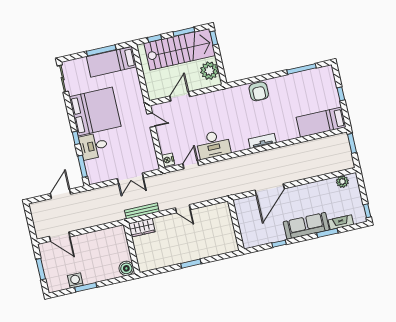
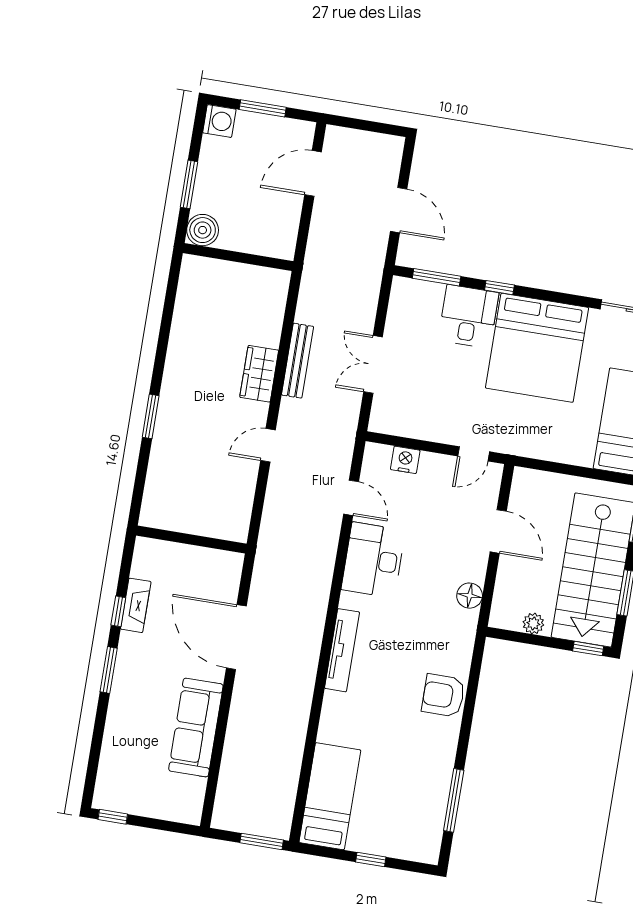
plant: (209, 71) -> (533, 623), width x0.53, depth x0.53
floor lamp: (212, 97) -> (470, 596), added
tv unit: (262, 141) -> (342, 650), width x1.41
nightstand: (168, 160) -> (405, 460), moved
plant: (342, 182) -> (192, 791), removed
fireplace: (341, 222) -> (136, 605), moved
sofa: (306, 226) -> (196, 728), moved, turned 180
wardrobe: (142, 228) -> (259, 374), moved
window: (327, 233) -> (109, 670), moved
wall: (132, 249) -> (238, 257), moved
boiler: (126, 268) -> (203, 230), moved
washing machine: (75, 280) -> (219, 121), moved

